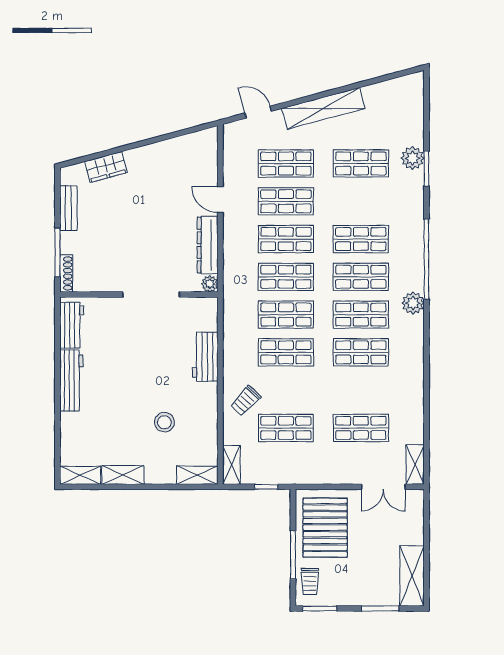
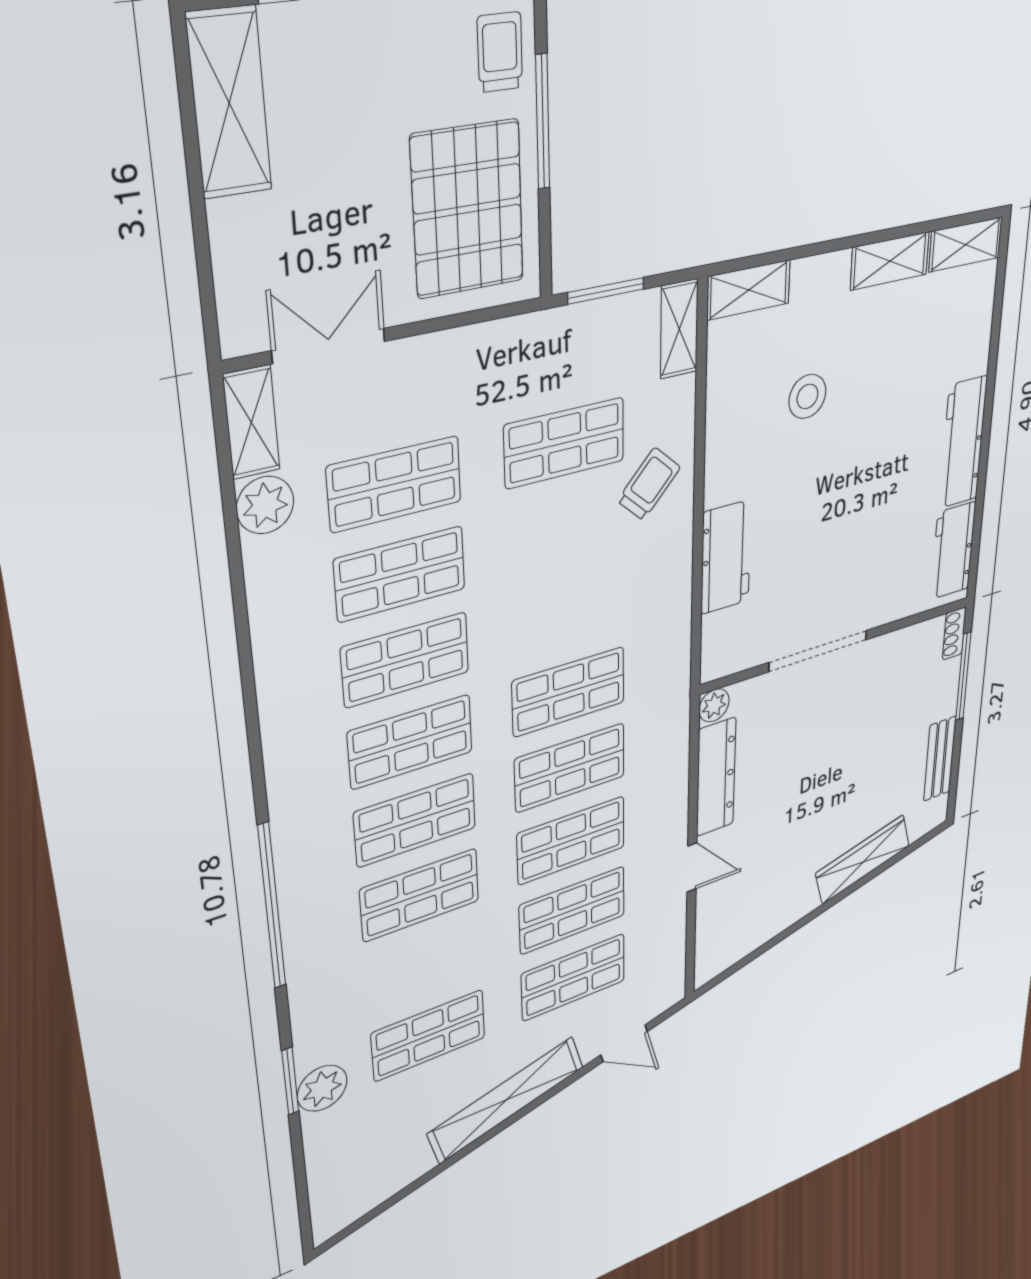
wardrobe: (106, 167) -> (863, 859), width x1.50
shoe rack: (66, 273) -> (954, 634), width x0.70
plant: (413, 303) -> (265, 505), moved
shop shelf: (286, 352) -> (400, 574), moved
window: (266, 487) -> (606, 291), width x1.50

